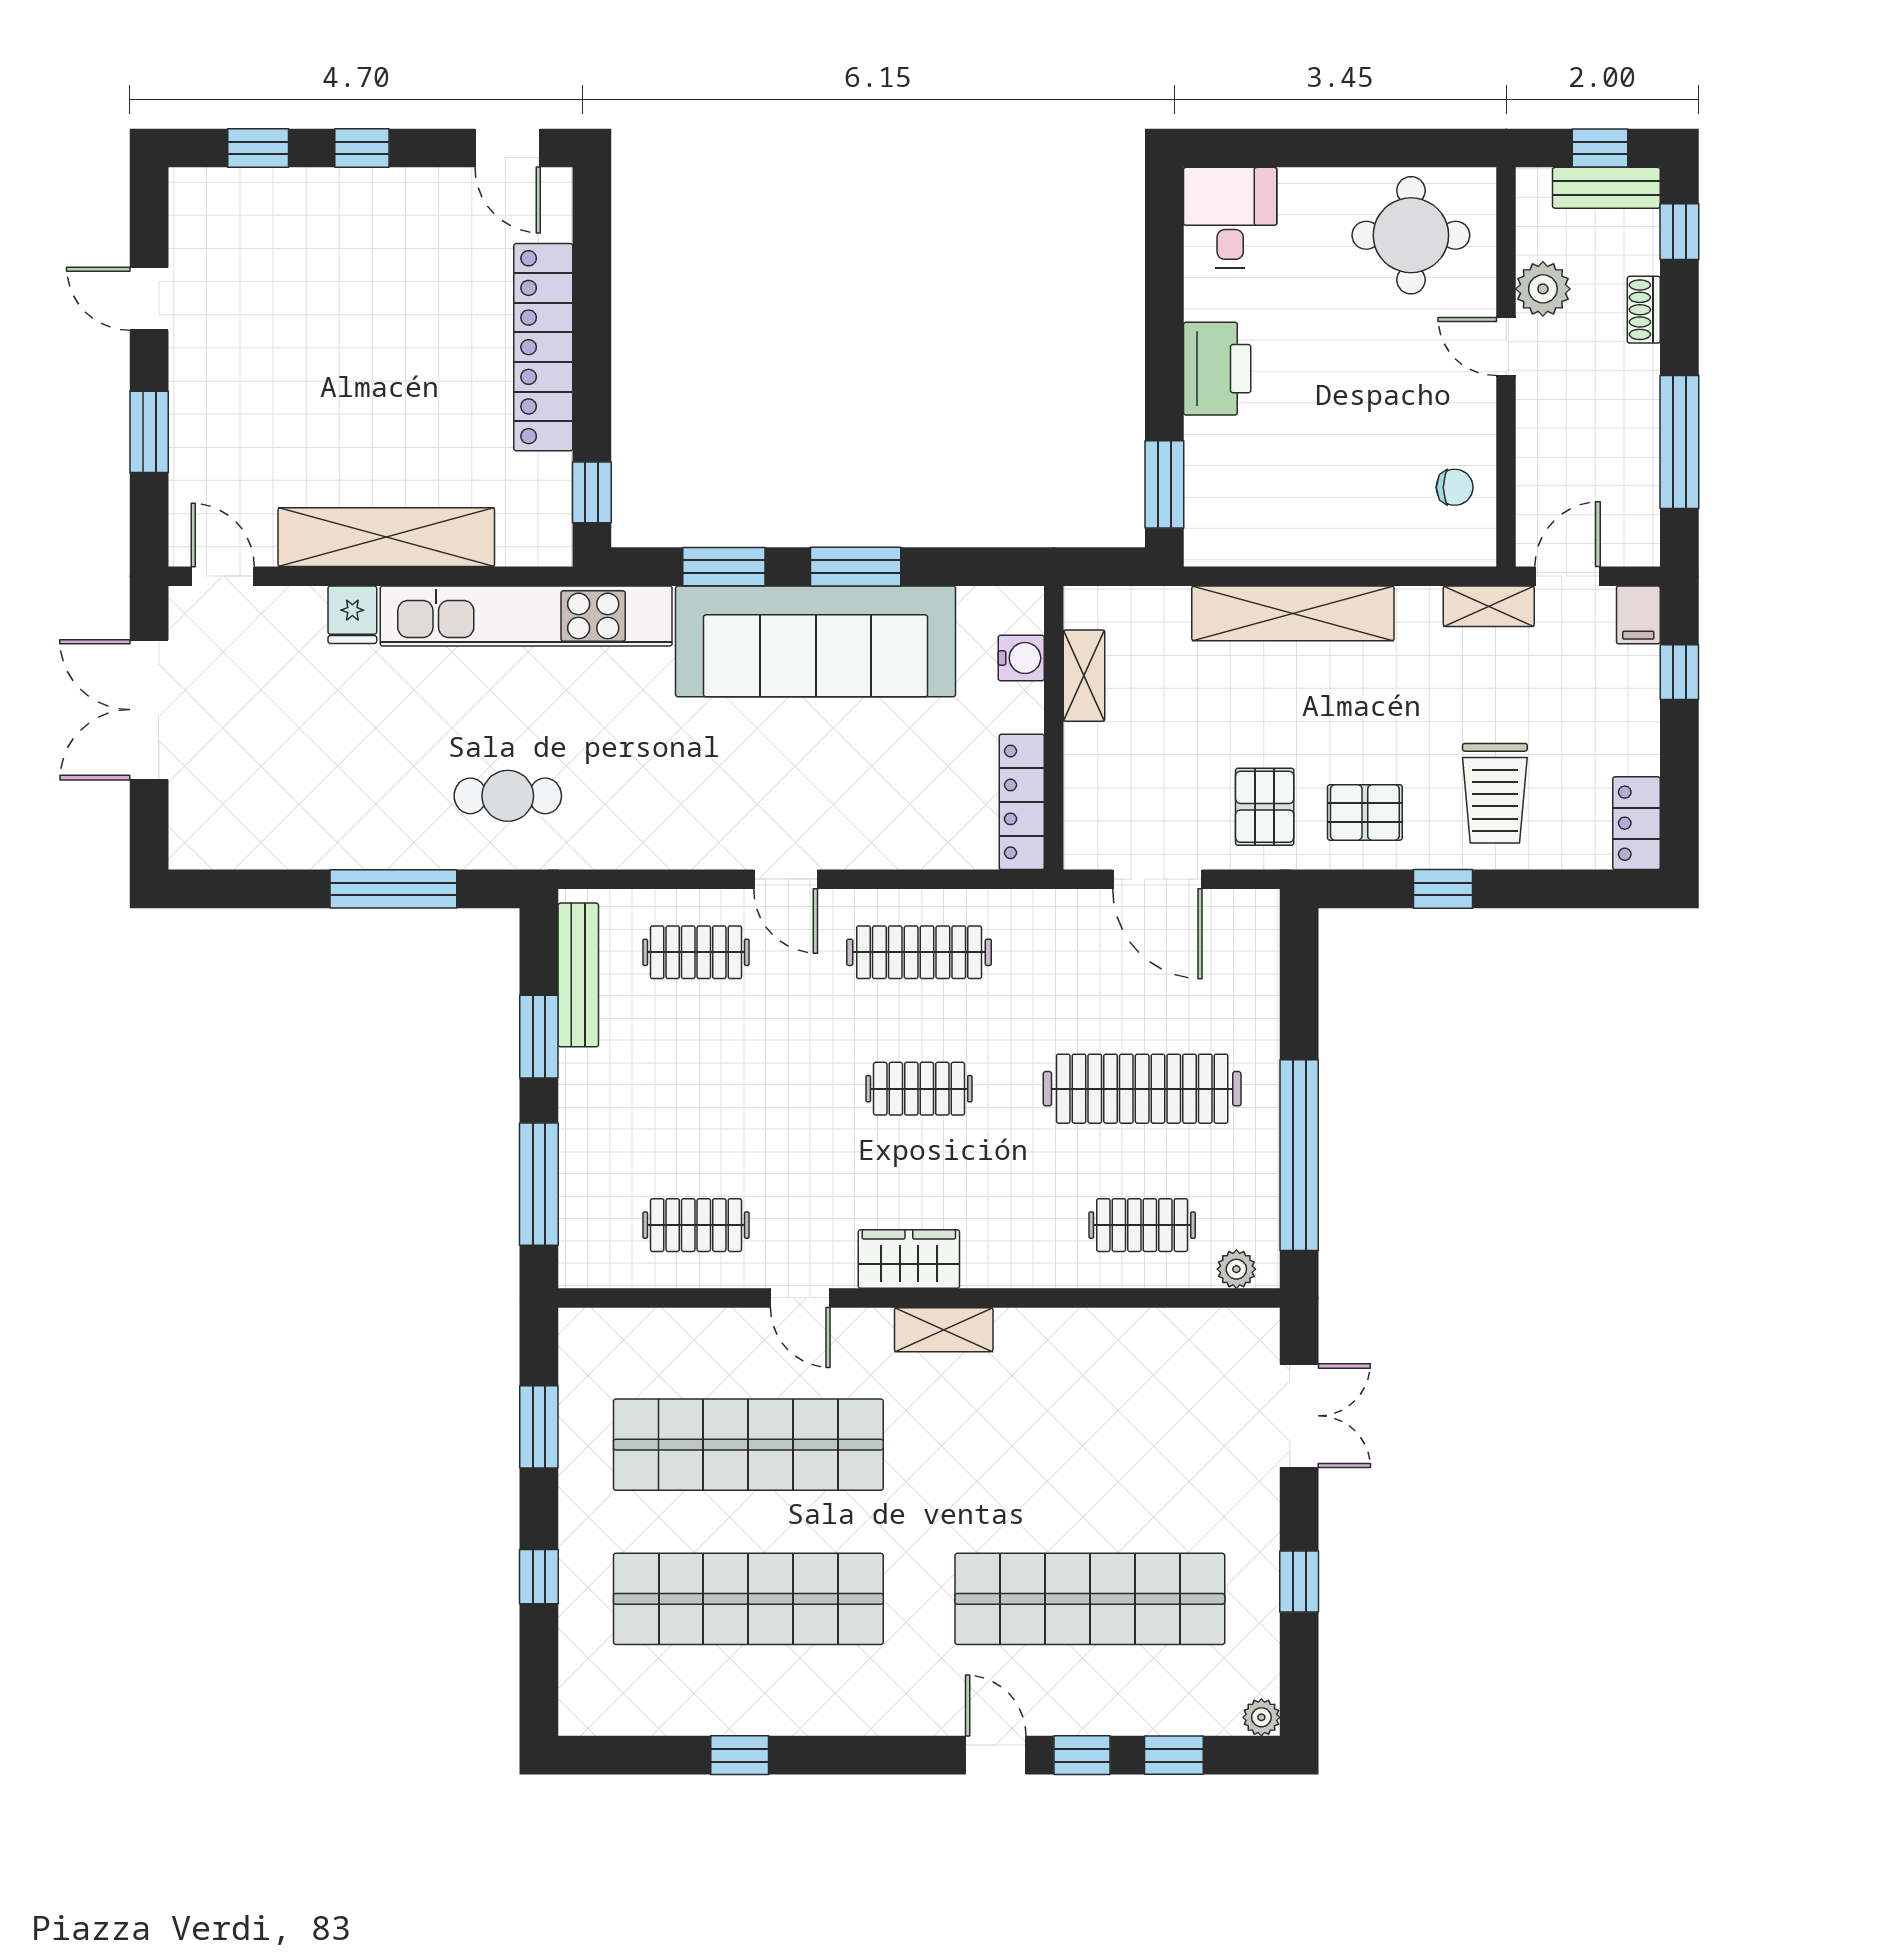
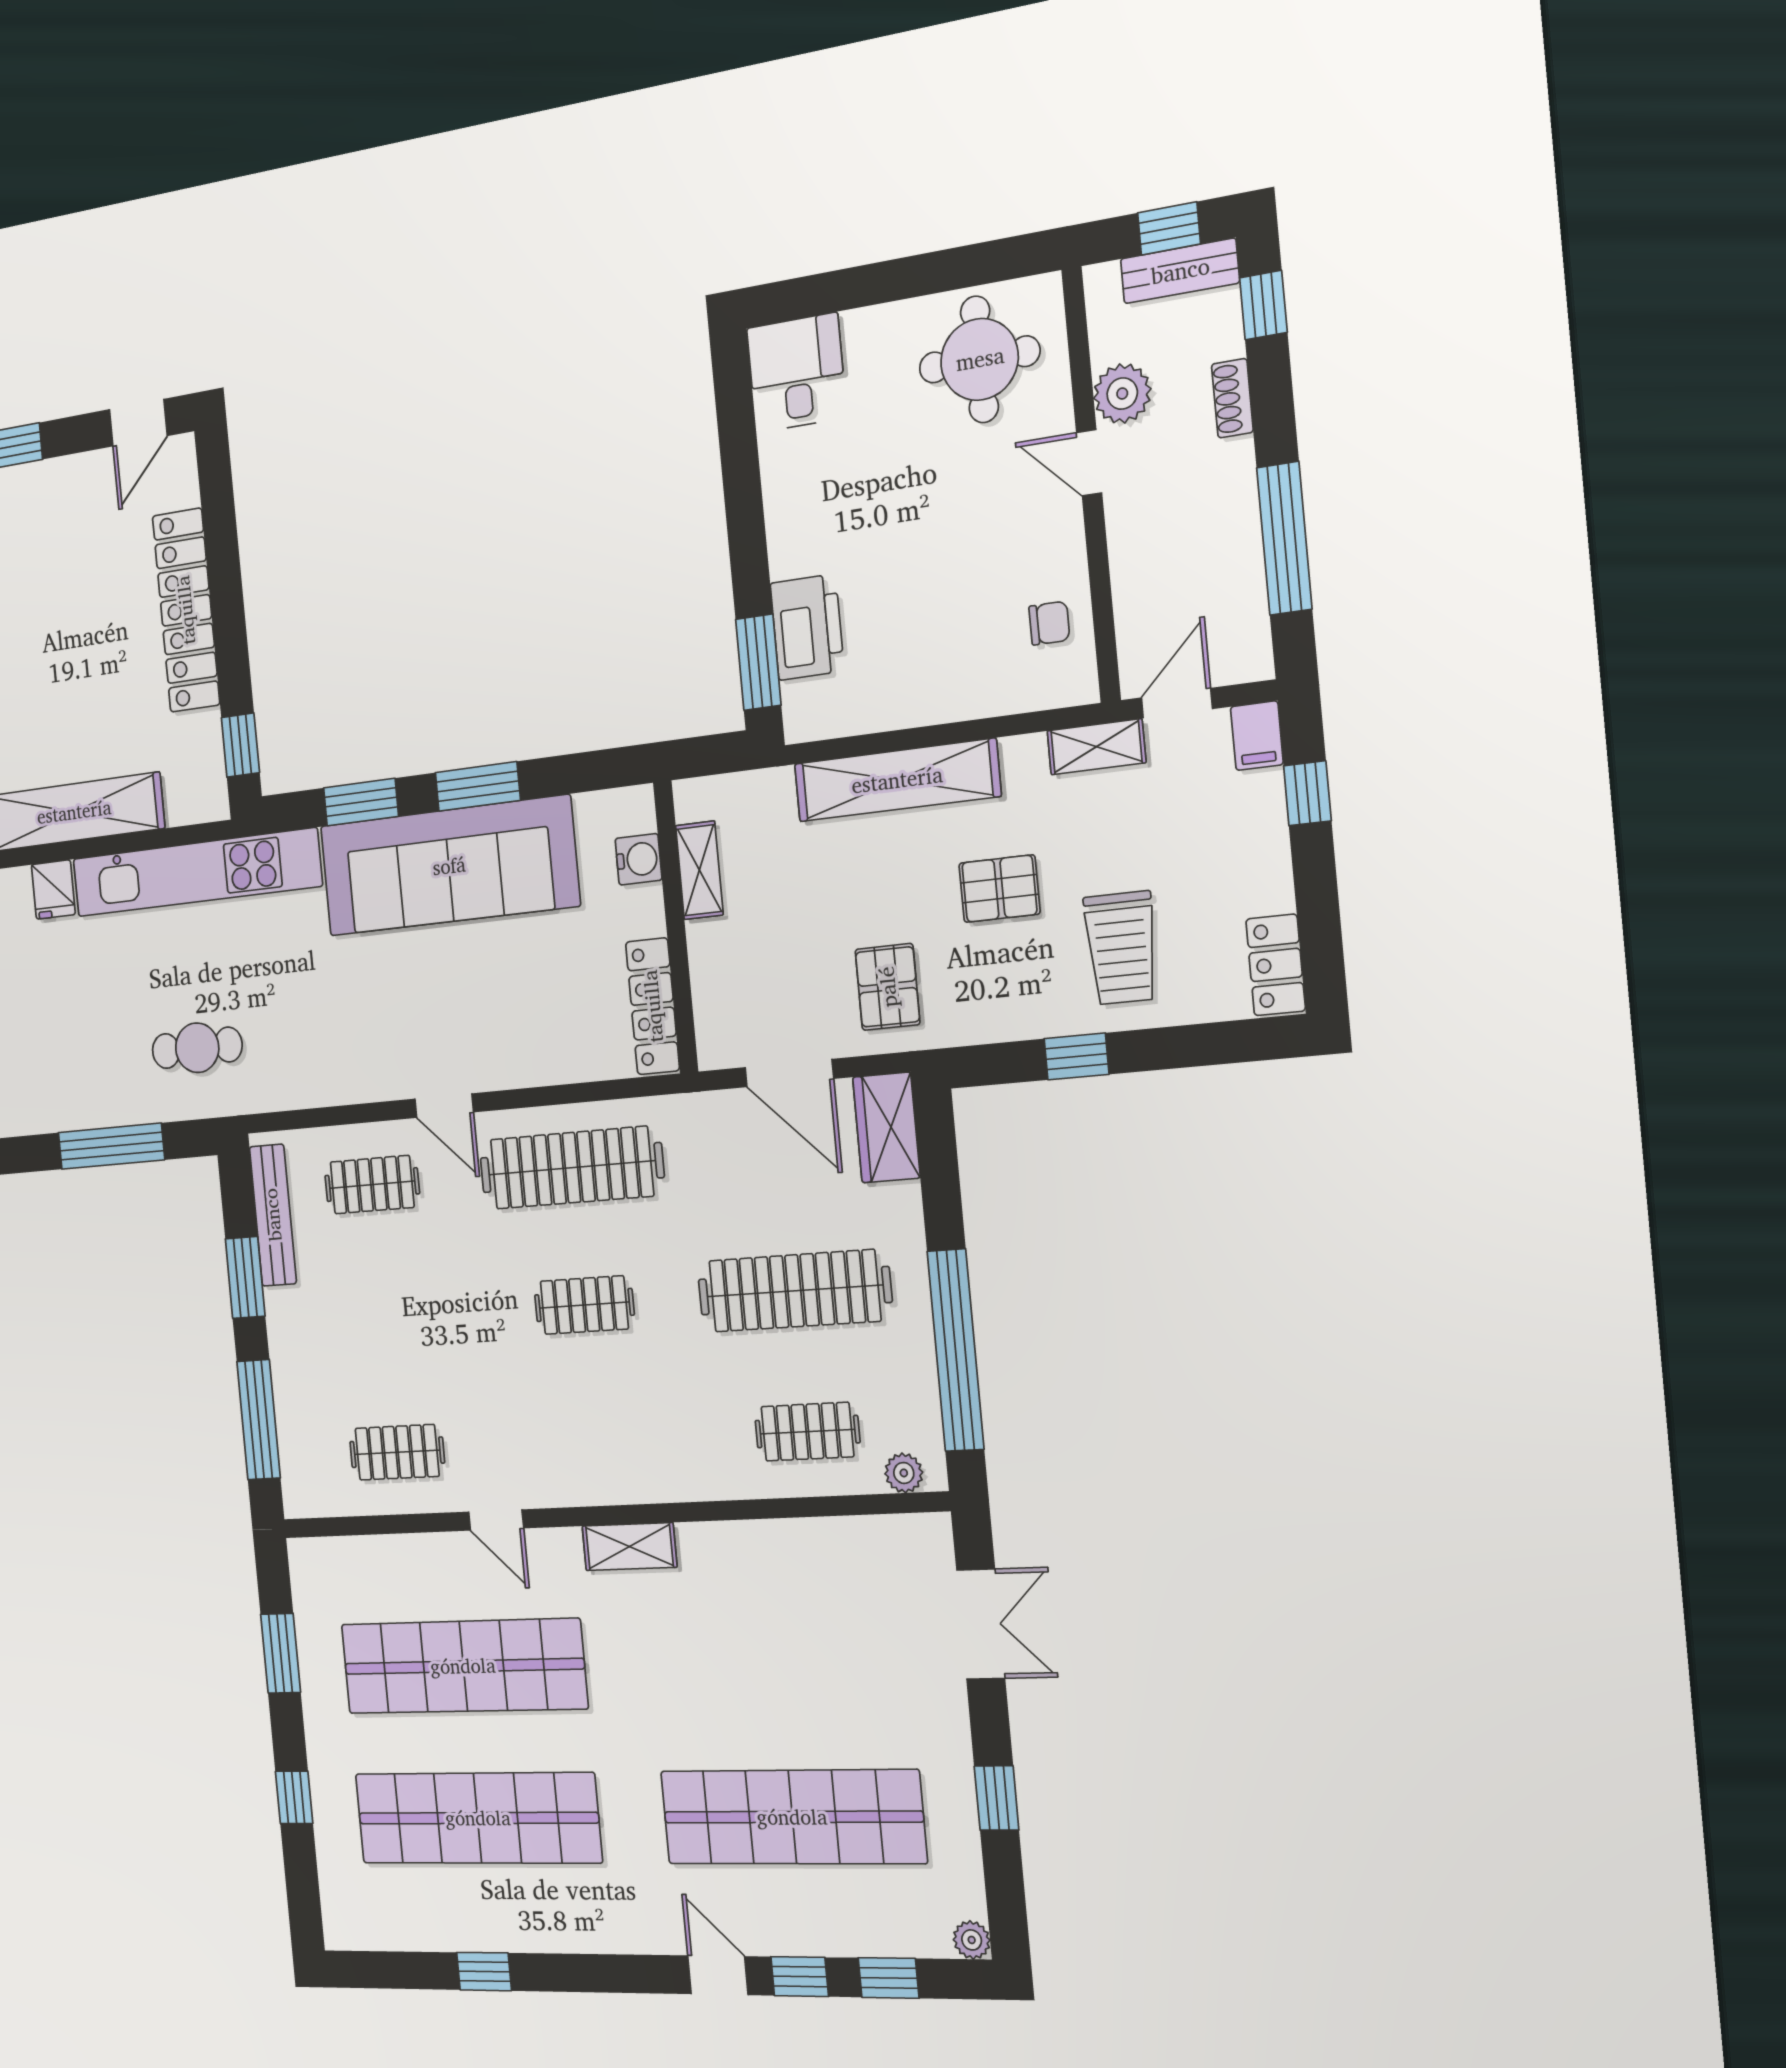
door: (508, 148) -> (138, 423), hinge flipped
printer: (1217, 369) -> (807, 627), moved
pallet: (1365, 812) -> (999, 889), moved
clothes rail: (919, 952) -> (571, 1168), width x1.37, depth x1.31
wardrobe: (909, 1259) -> (886, 1128), moved, turned -90

